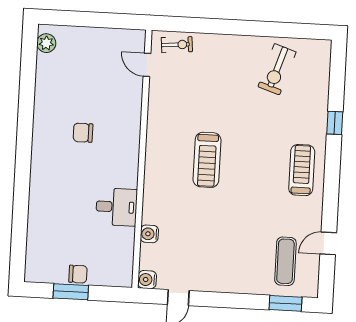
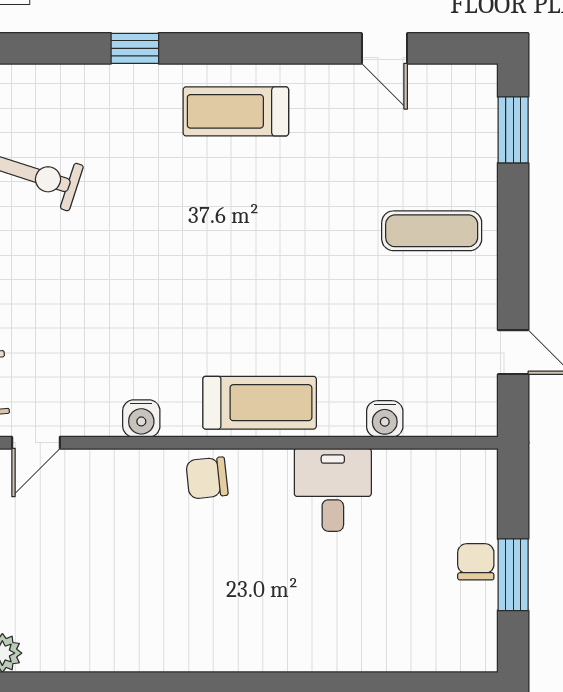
chair: (83, 133) -> (207, 478), moved, turned 84
treadmill: (207, 160) -> (260, 403), moved
exercise mat: (285, 261) -> (432, 231), moved
water cooler: (147, 280) -> (141, 418), moved

